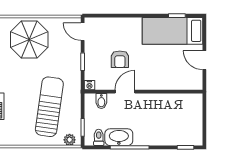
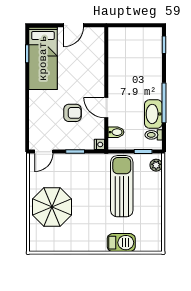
sun lounger: (49, 107) -> (122, 186), turned 82

